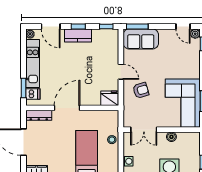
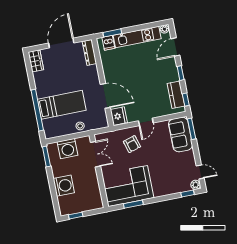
door: (183, 27) -> (200, 172), swing flipped
kitchen counter: (78, 36) -> (176, 95), moved
door: (67, 108) -> (105, 96), moved
double door: (144, 130) -> (95, 154), swing flipped
boiler: (171, 137) -> (94, 182), removed
washing machine: (128, 161) -> (68, 149), width x1.89, depth x1.89

